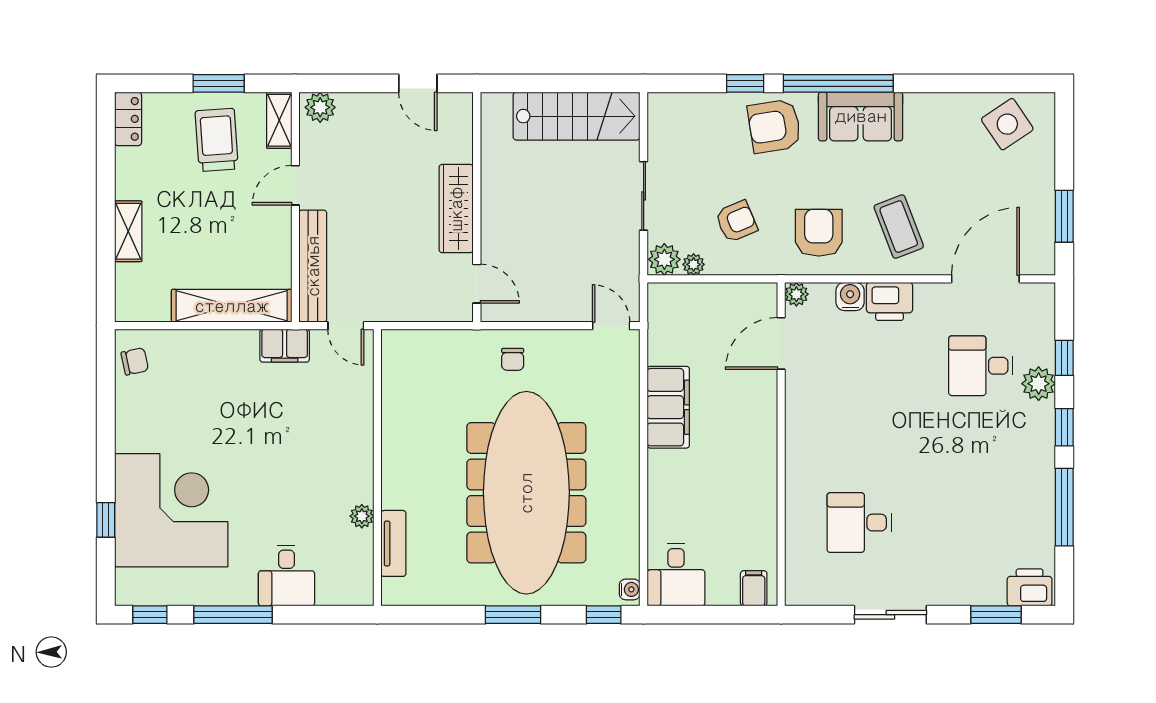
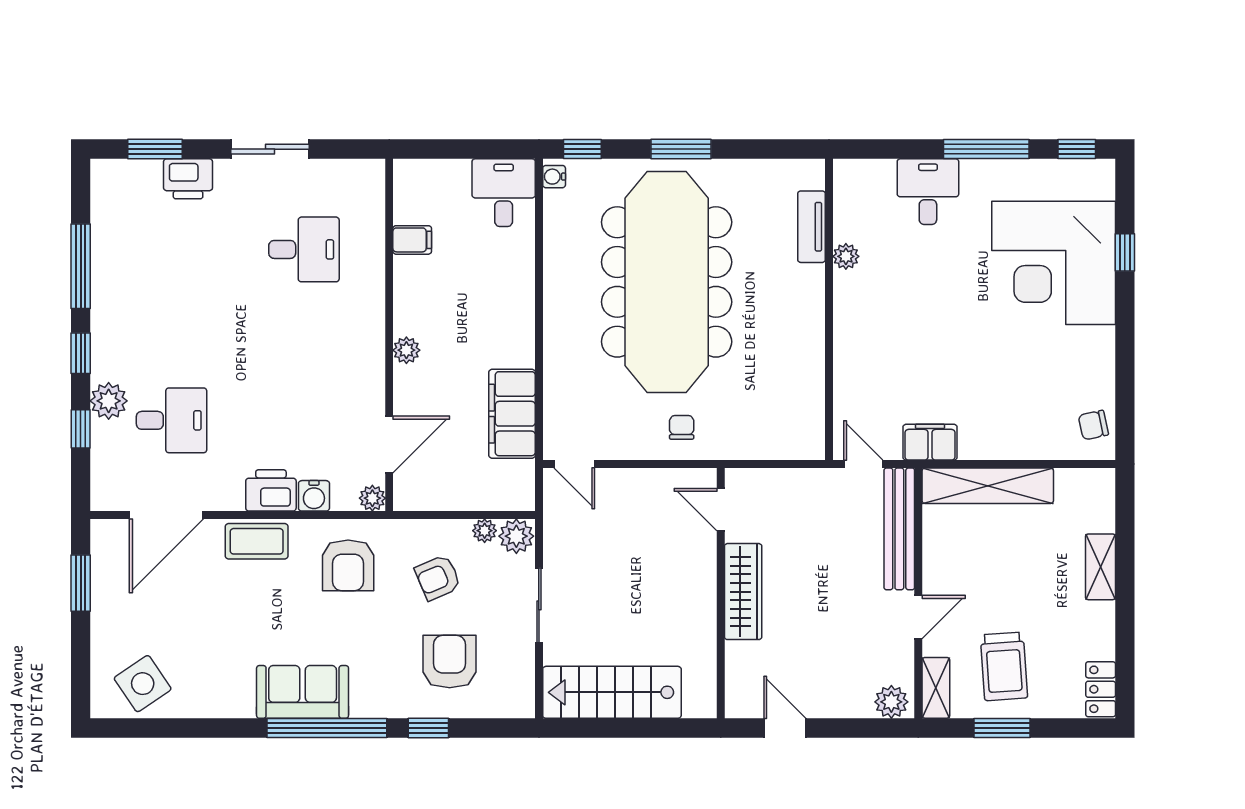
armchair: (774, 126) -> (450, 662), moved, turned -81
coffee table: (899, 227) -> (257, 541), moved, turned -69
filing cabinet: (668, 407) -> (512, 414), moved
plant: (765, 430) -> (406, 350), added
printer: (1030, 587) -> (188, 179), moved
filing cabinet: (754, 588) -> (412, 240), moved, turned -90

